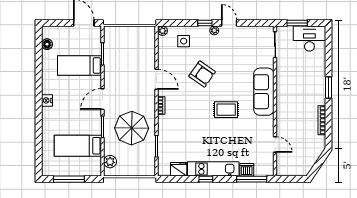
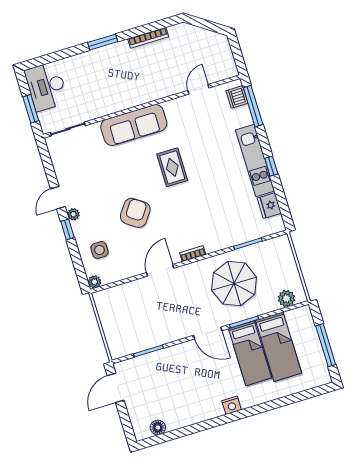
bed: (79, 65) -> (250, 353), moved
dishwasher: (247, 170) -> (237, 97), moved

